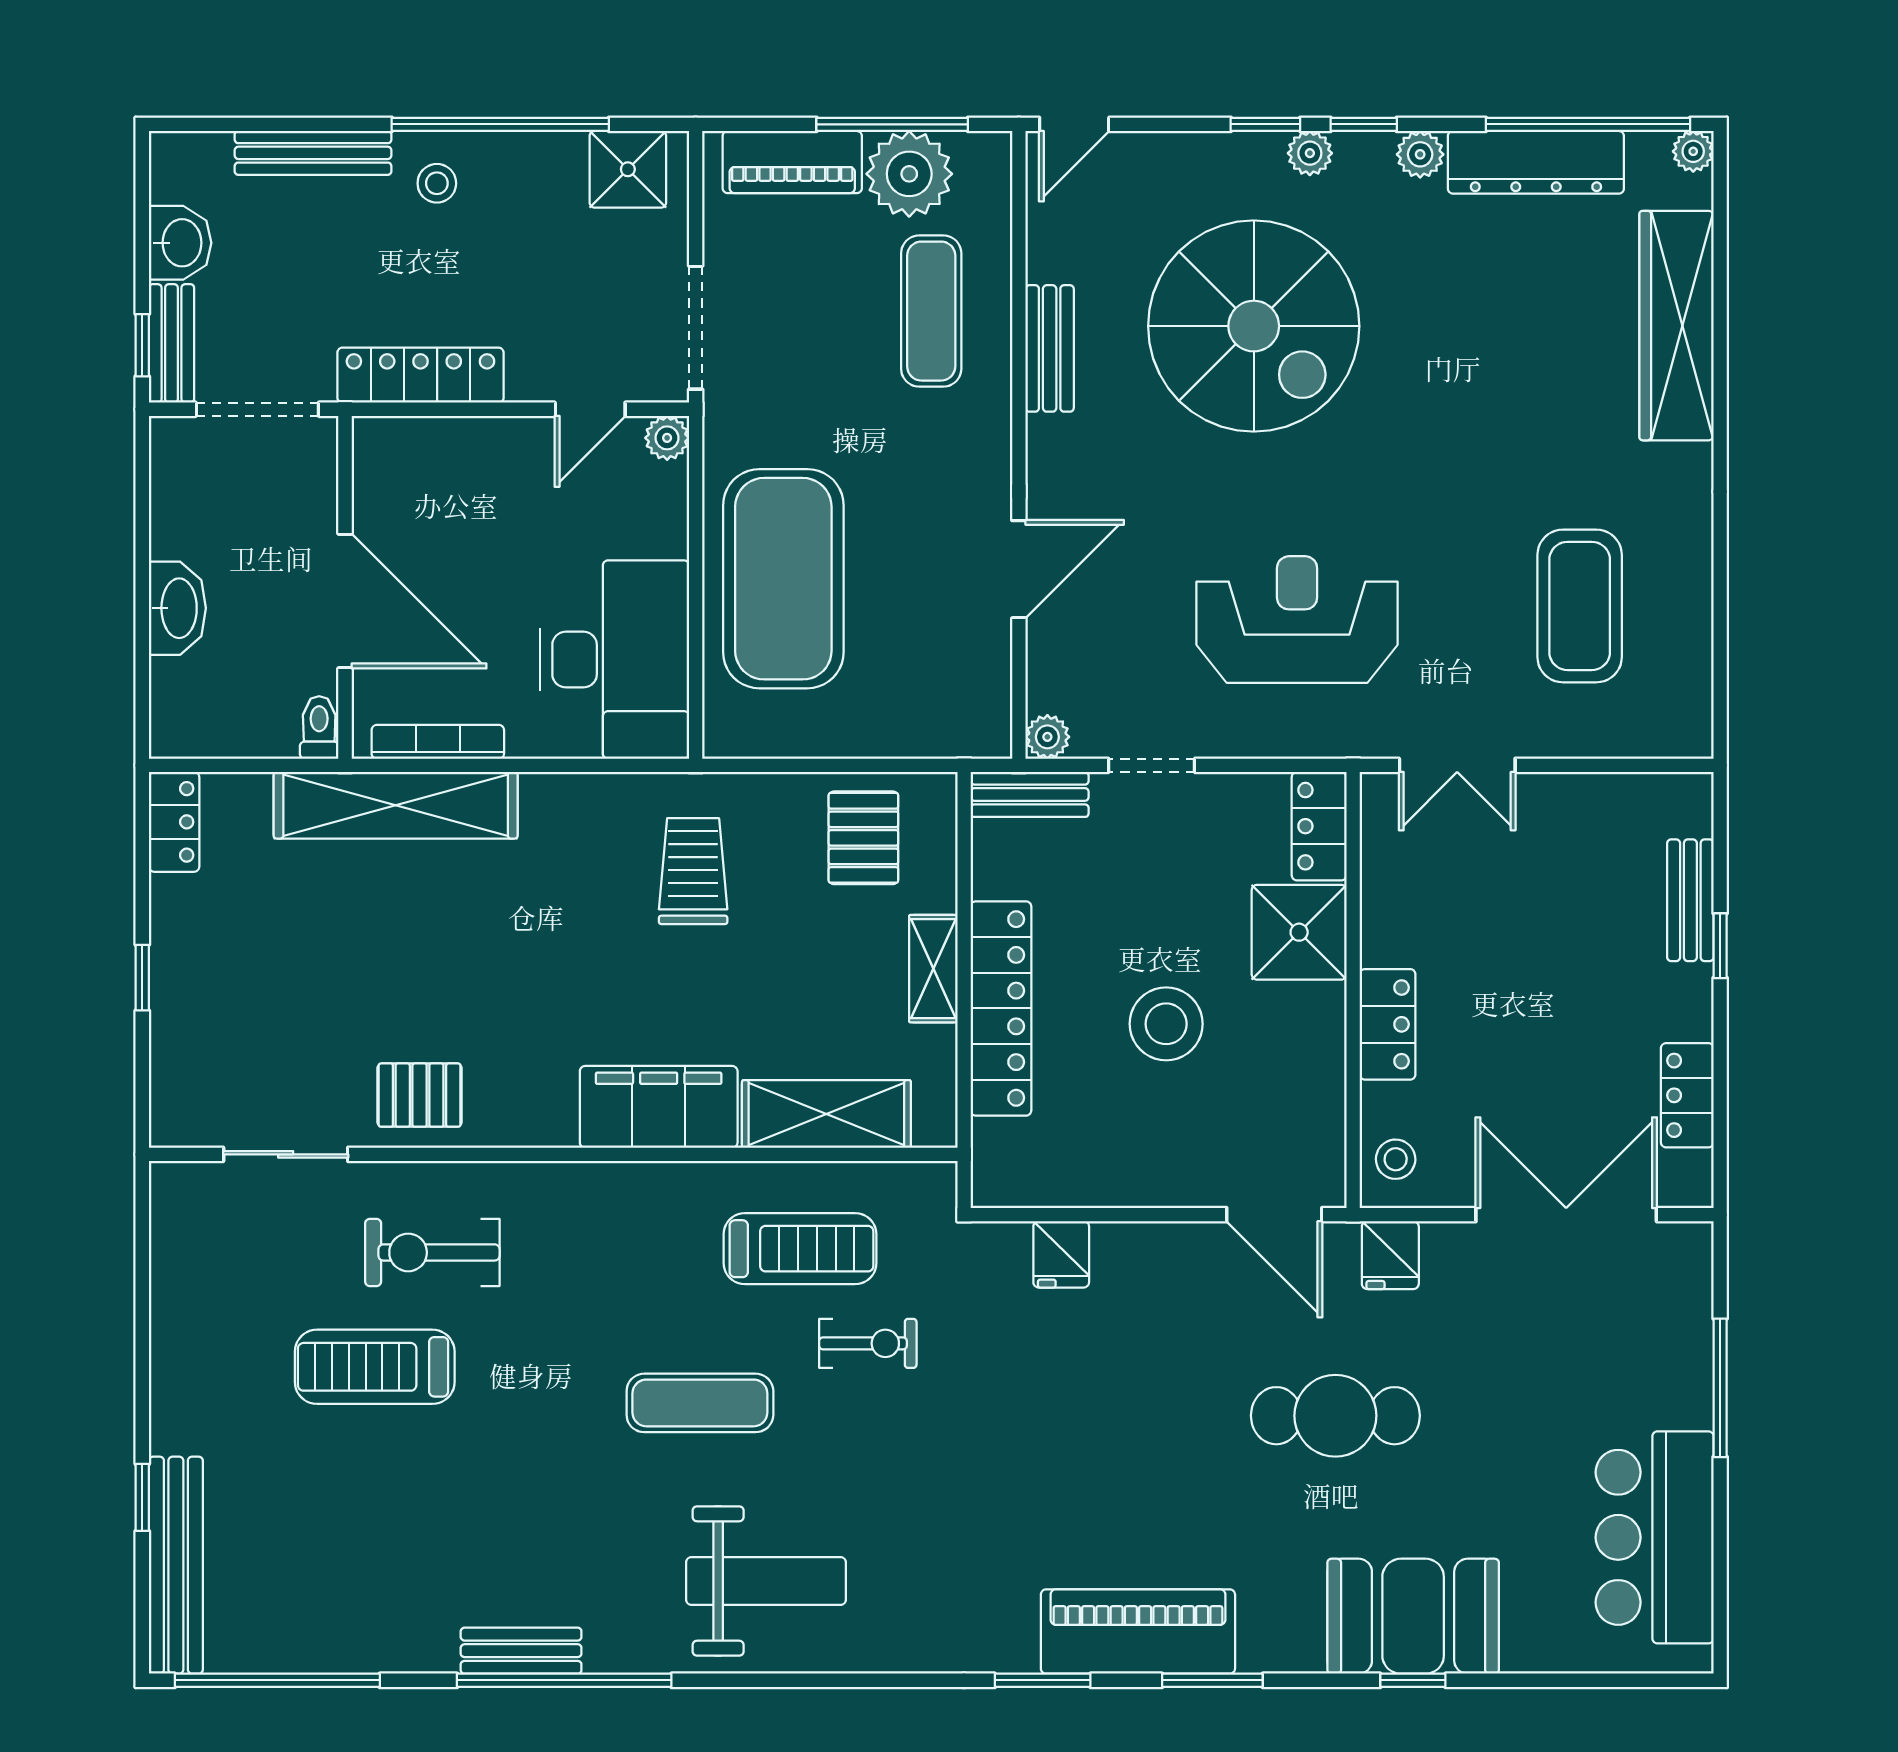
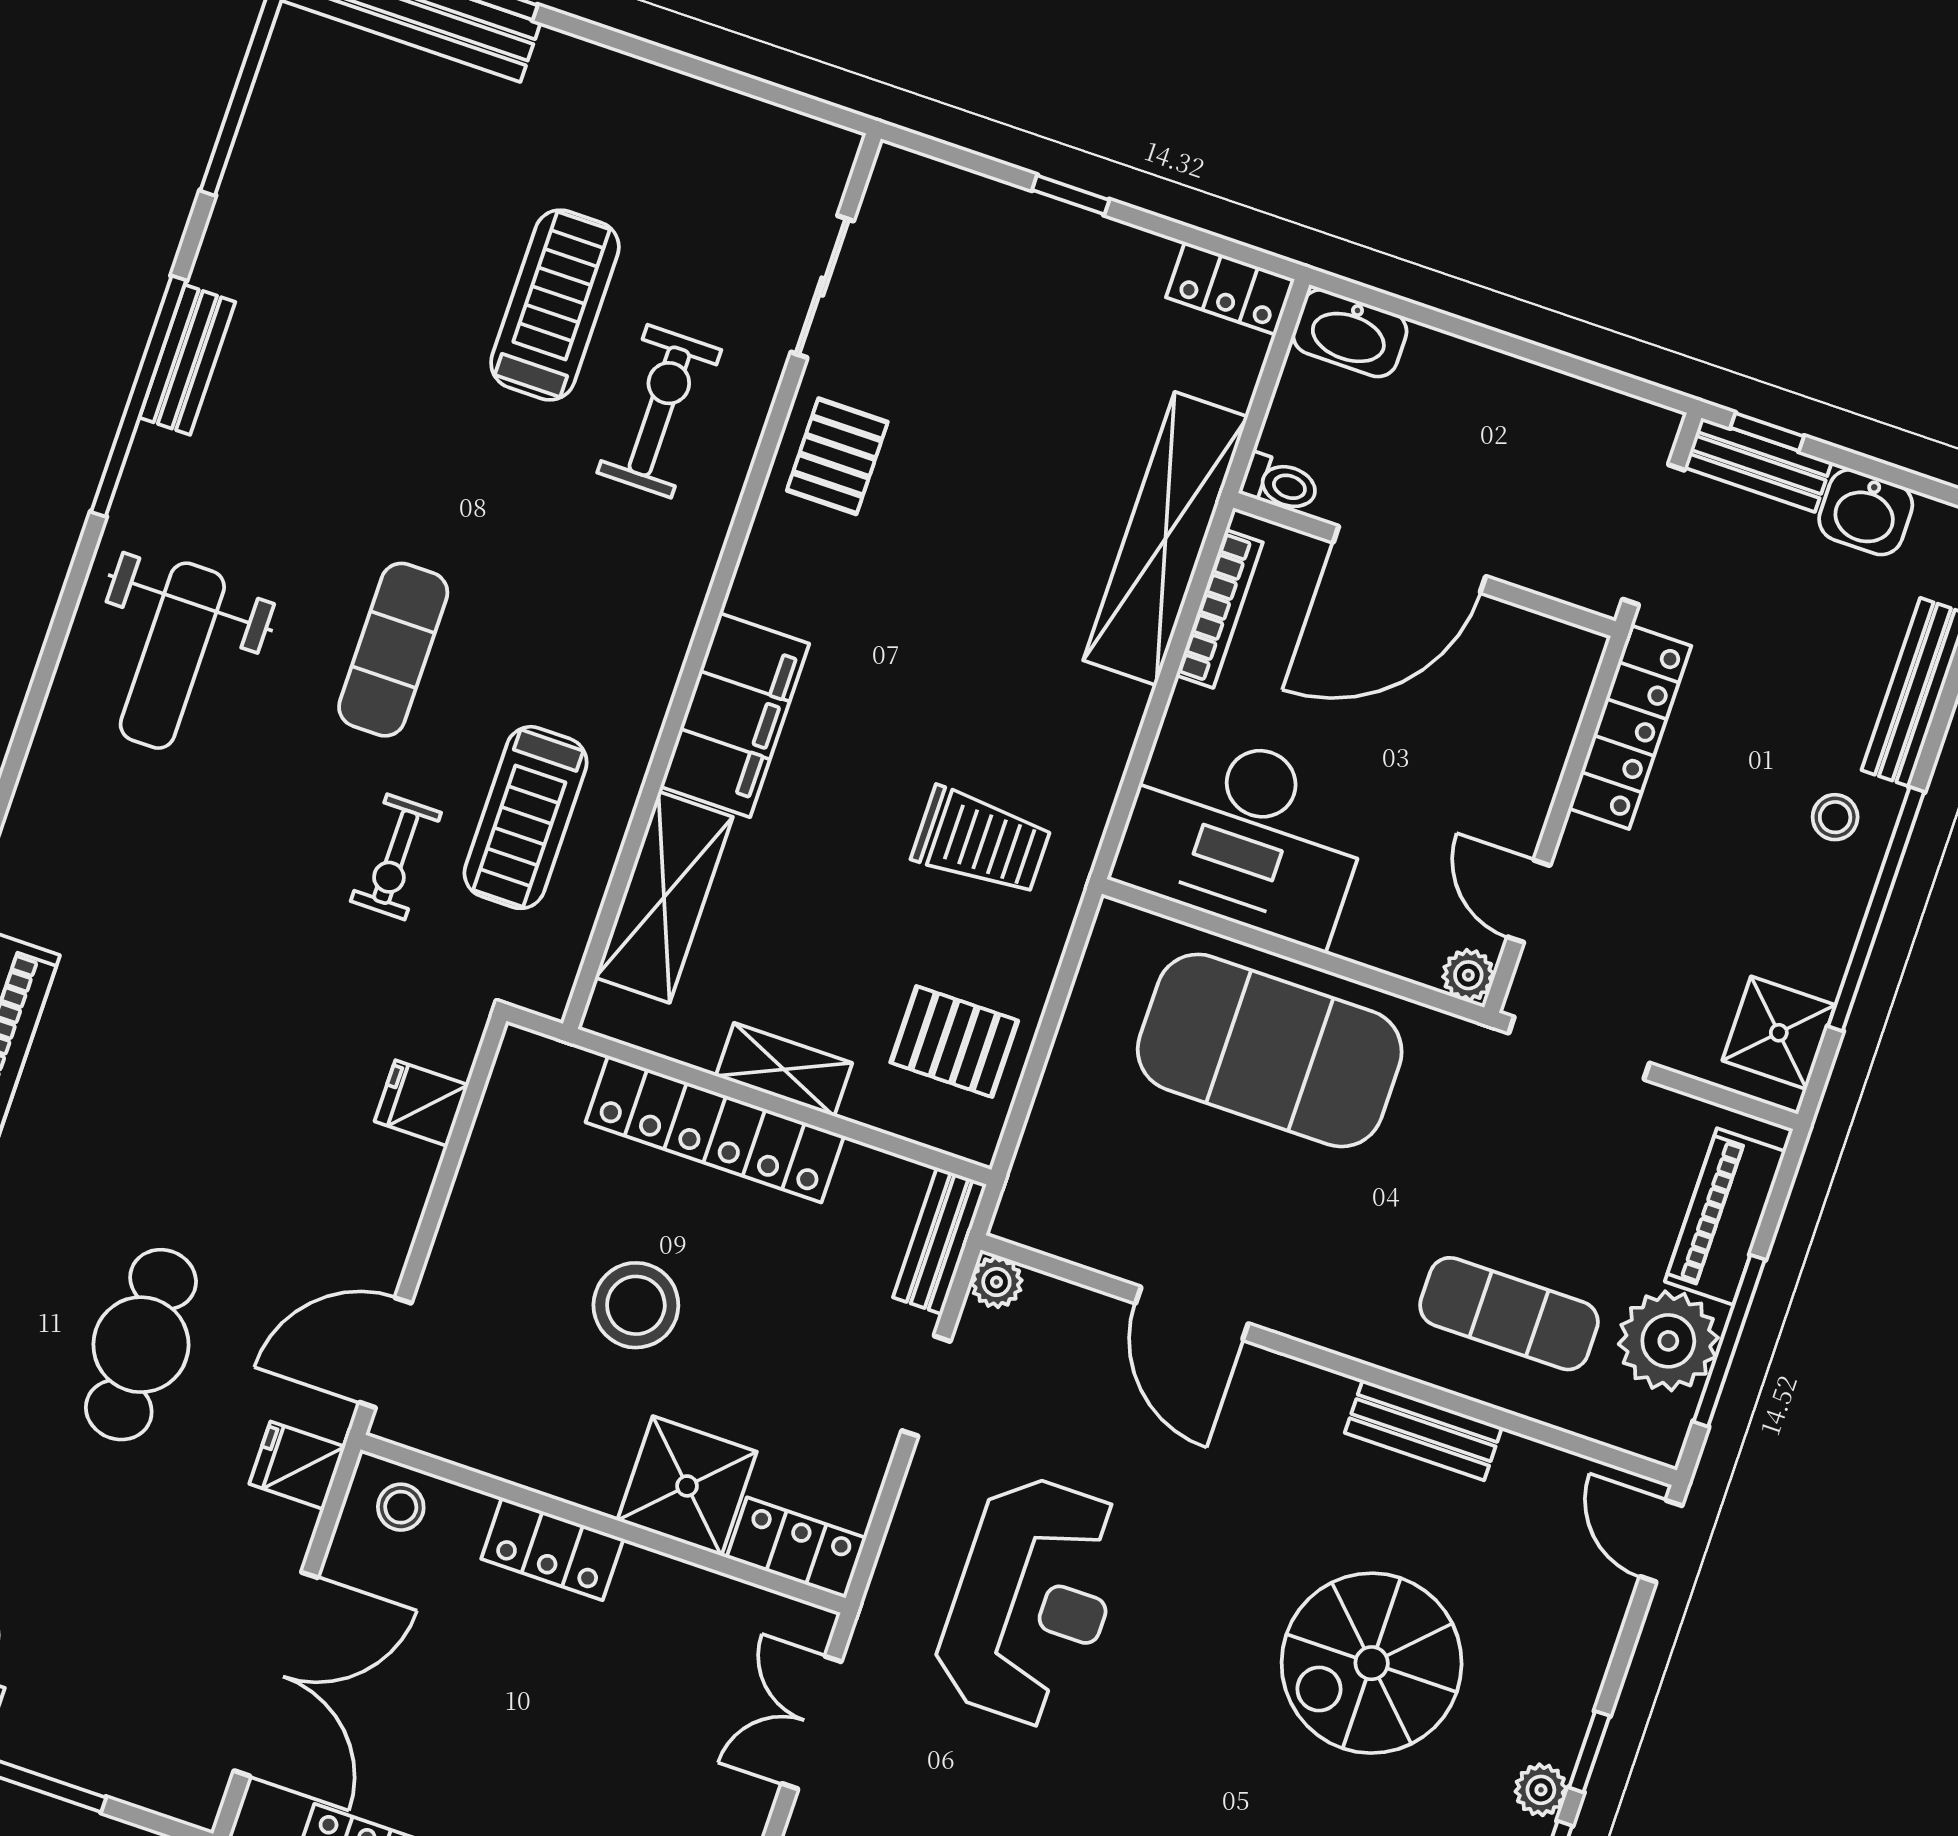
spiral stairs: (1254, 326) -> (1372, 1663), width x0.73, depth x0.73
washbasin: (177, 608) -> (1350, 333), moved

